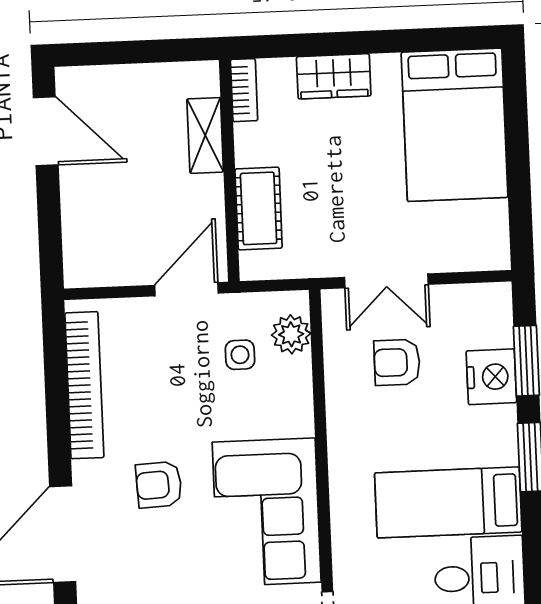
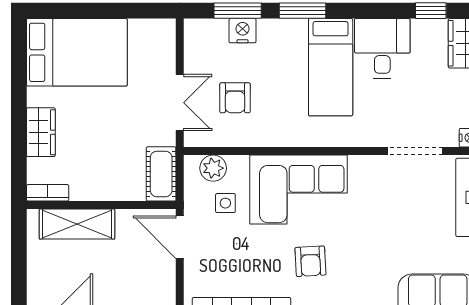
shelving: (205, 135) -> (77, 224), width x1.50, depth x1.33
cot: (259, 208) -> (161, 174), moved, turned 90
nightstand: (491, 377) -> (243, 31), width x0.74, depth x0.75
corner sofa: (267, 512) -> (299, 190), moved

